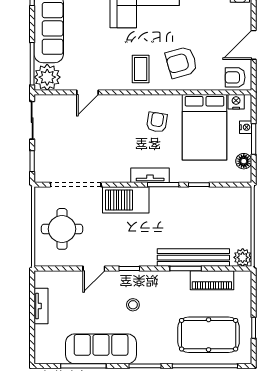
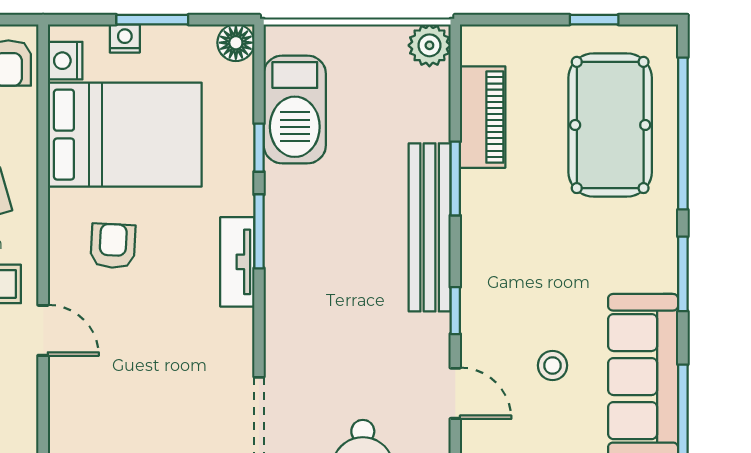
door: (88, 92) -> (43, 330), moved
armchair: (157, 122) -> (113, 246), turned 84
floor lamp: (244, 161) -> (236, 43), moved
barbecue: (126, 200) -> (295, 109), moved
bench: (193, 258) -> (430, 227), moved
stool: (133, 305) -> (552, 365), moved

